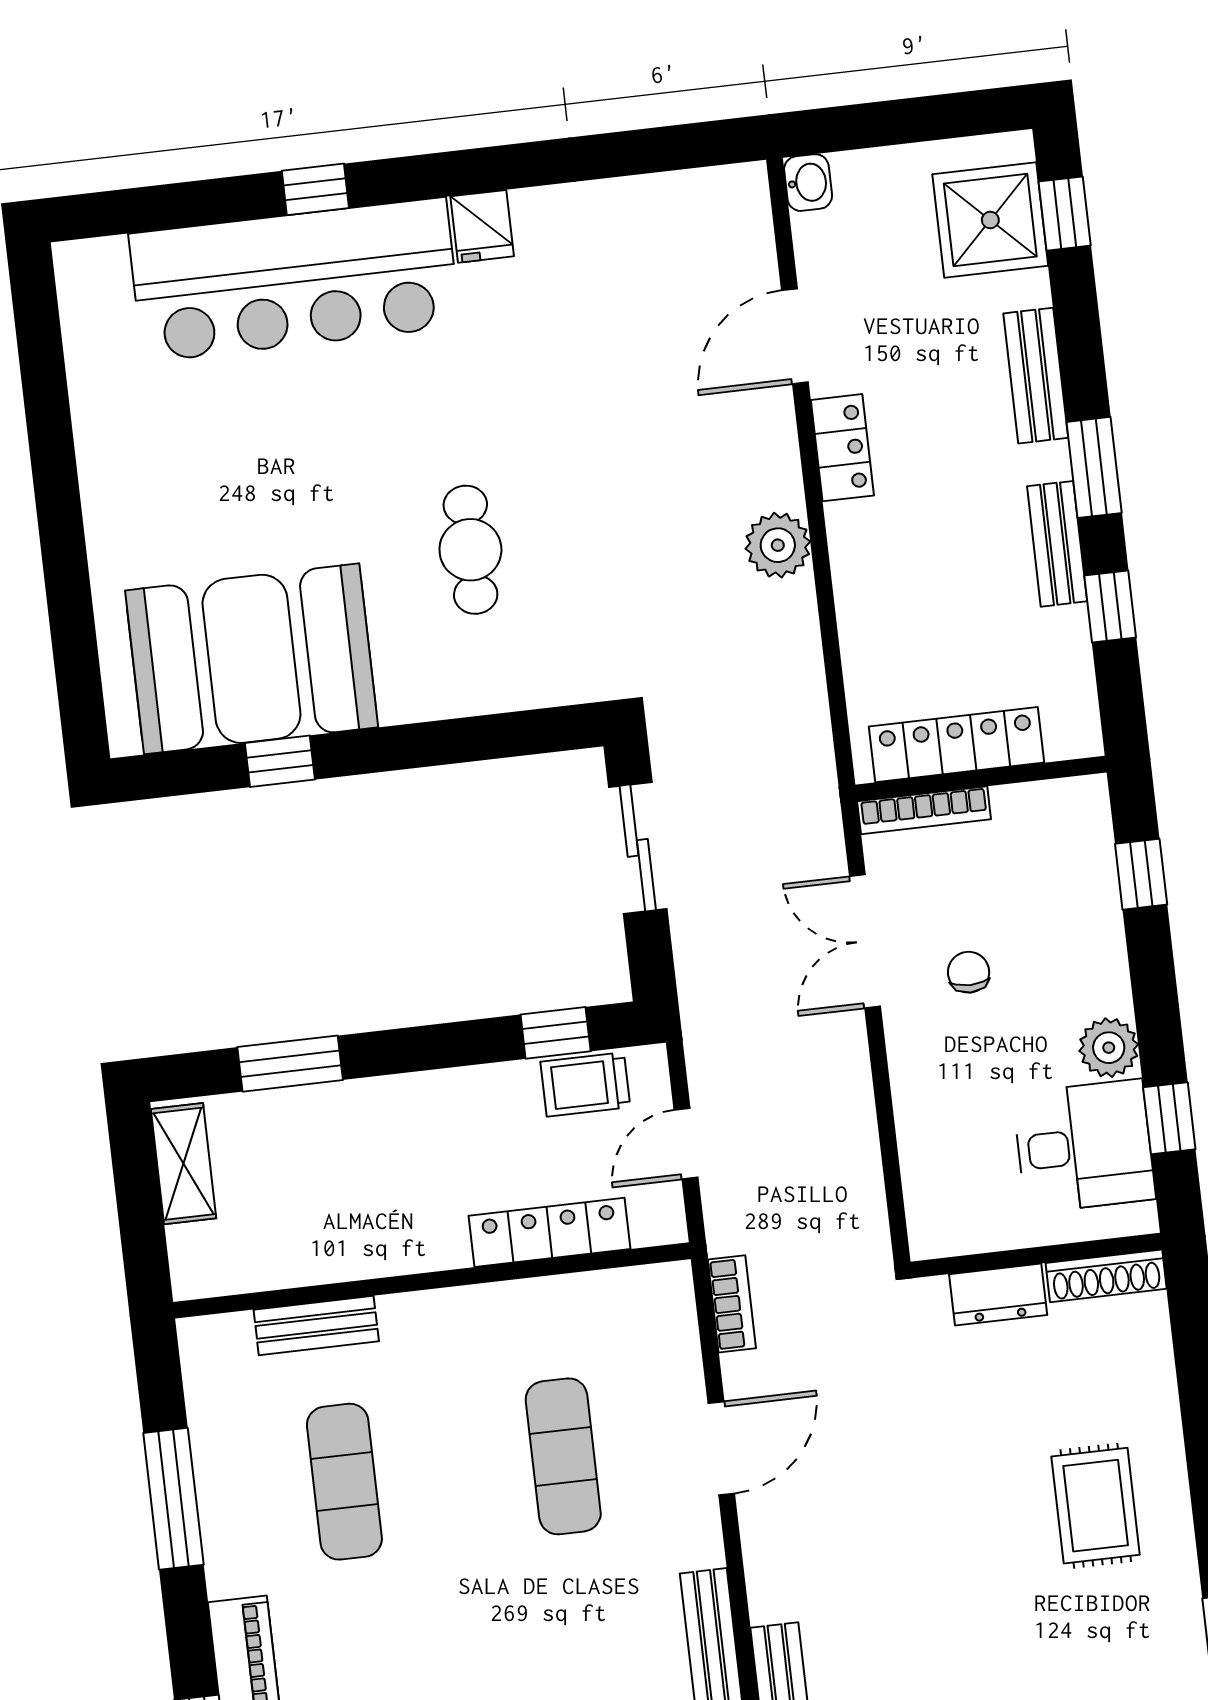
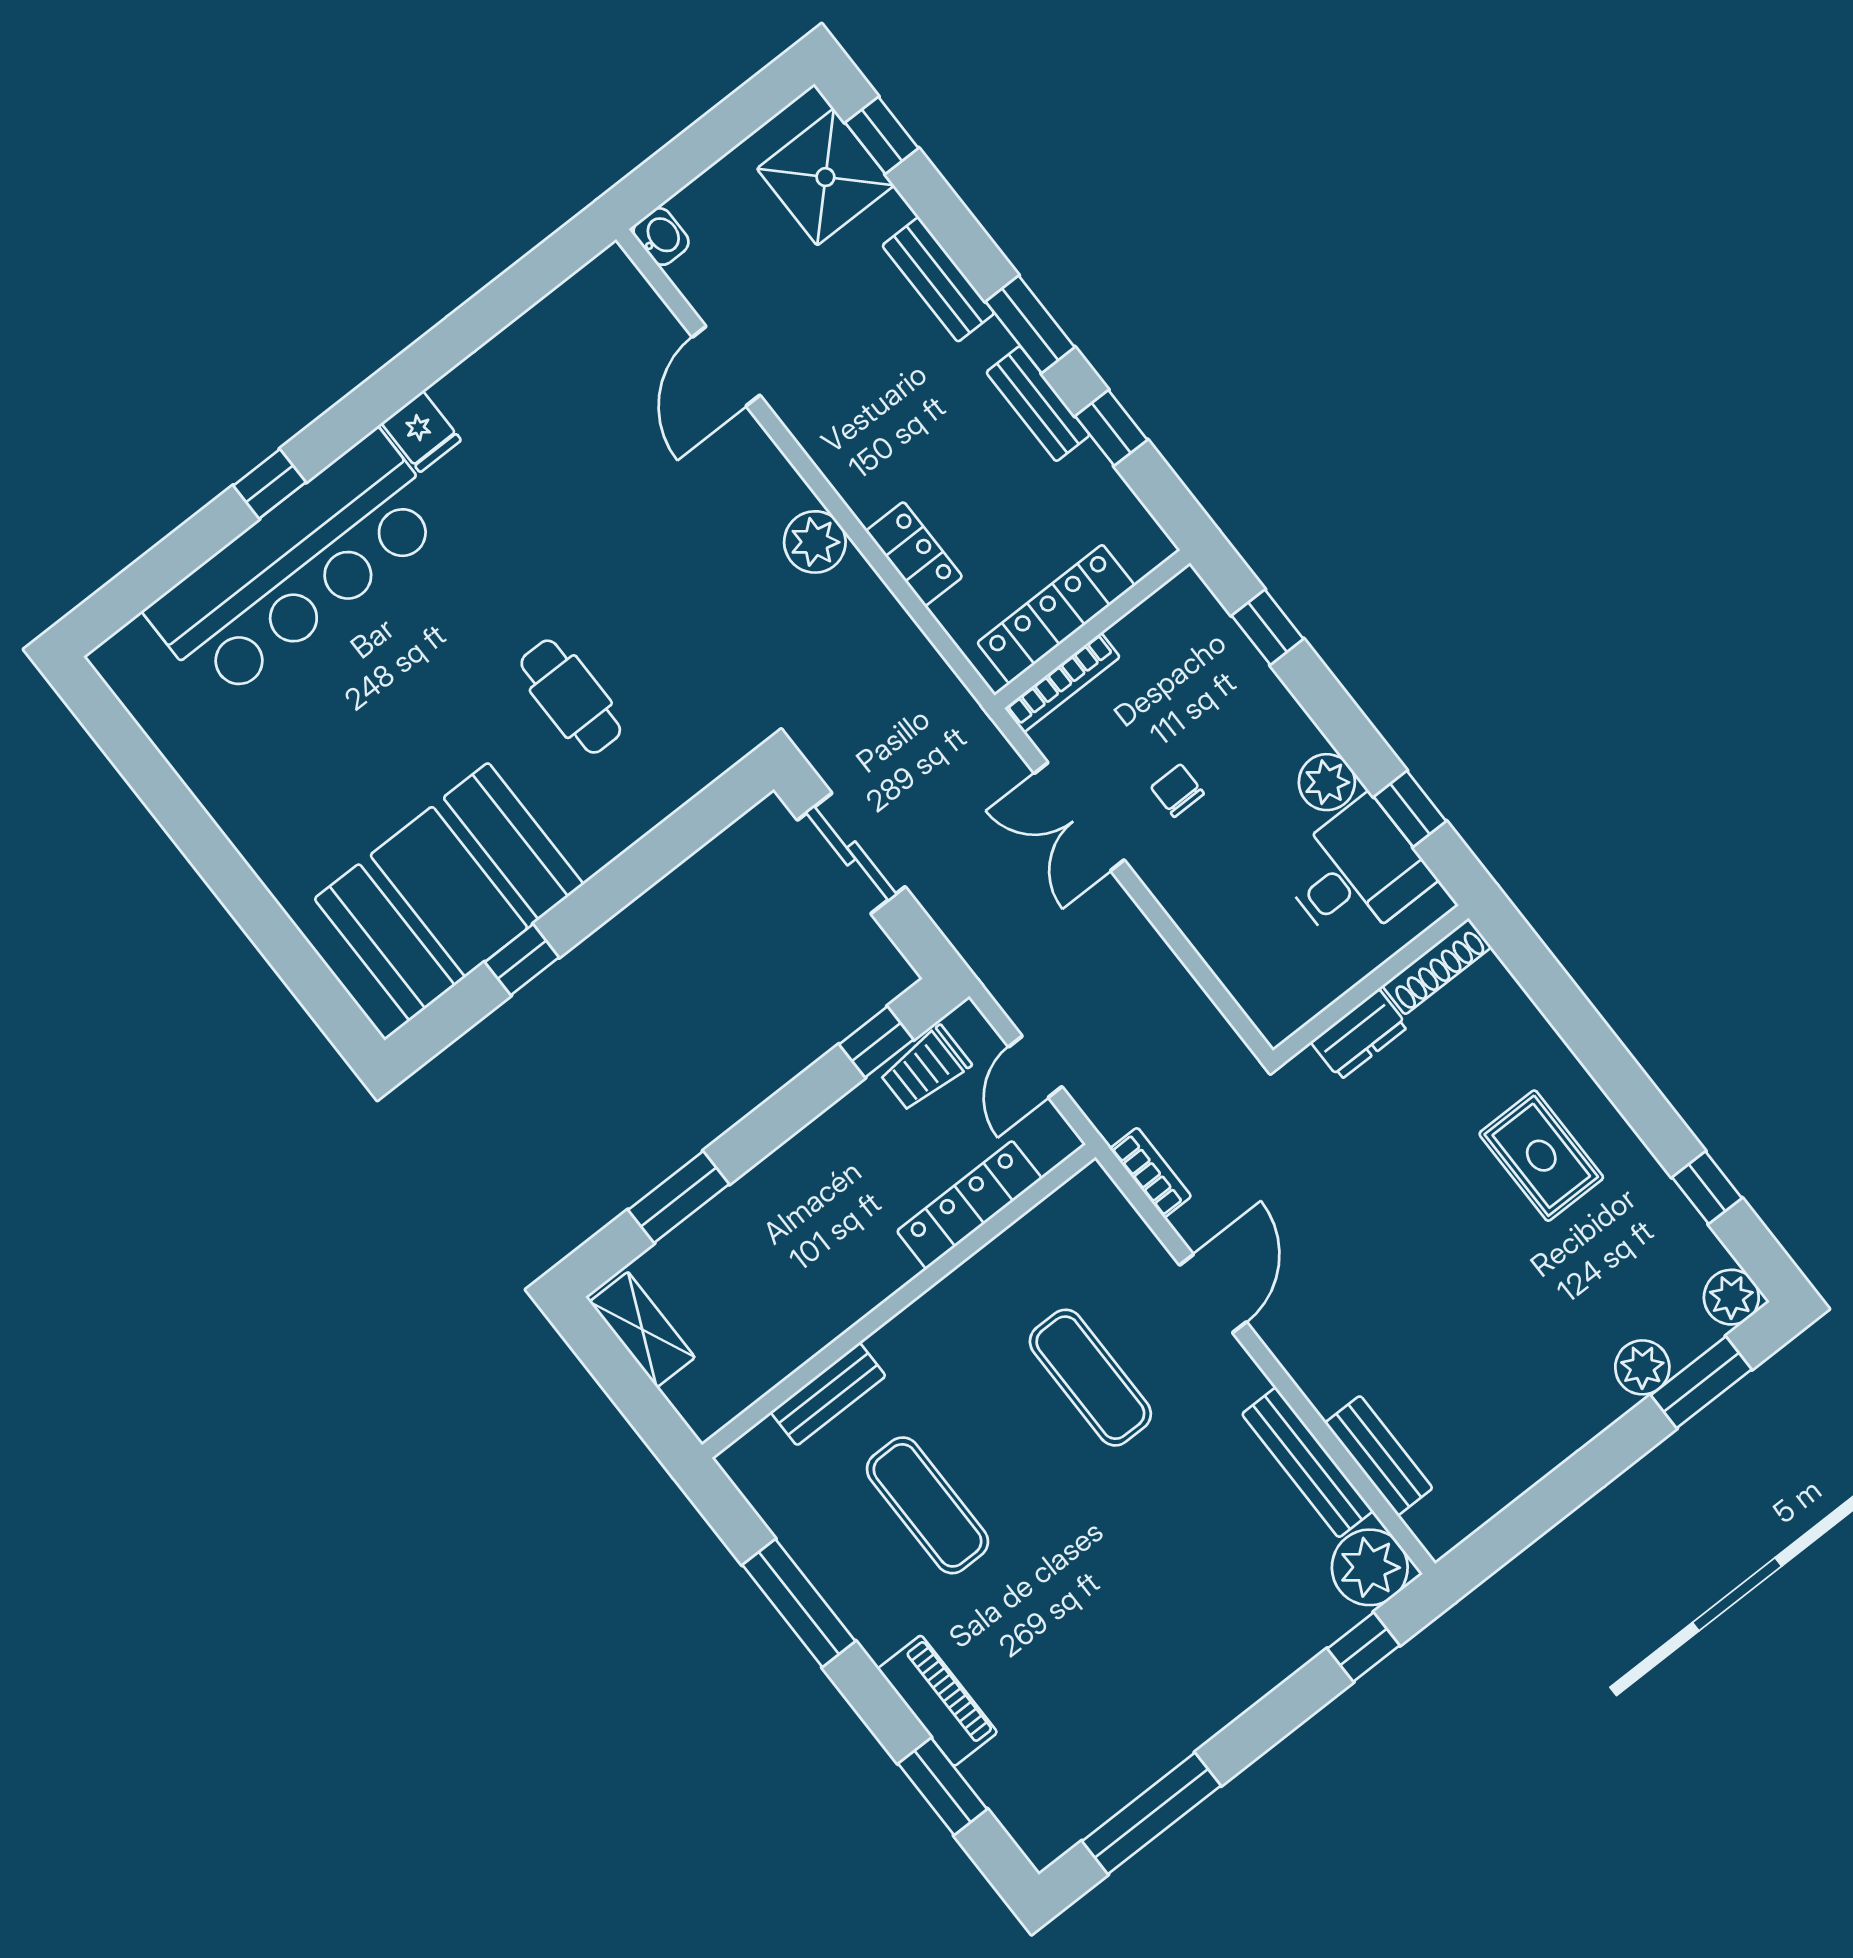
locker: (842, 448) -> (914, 554), moved

